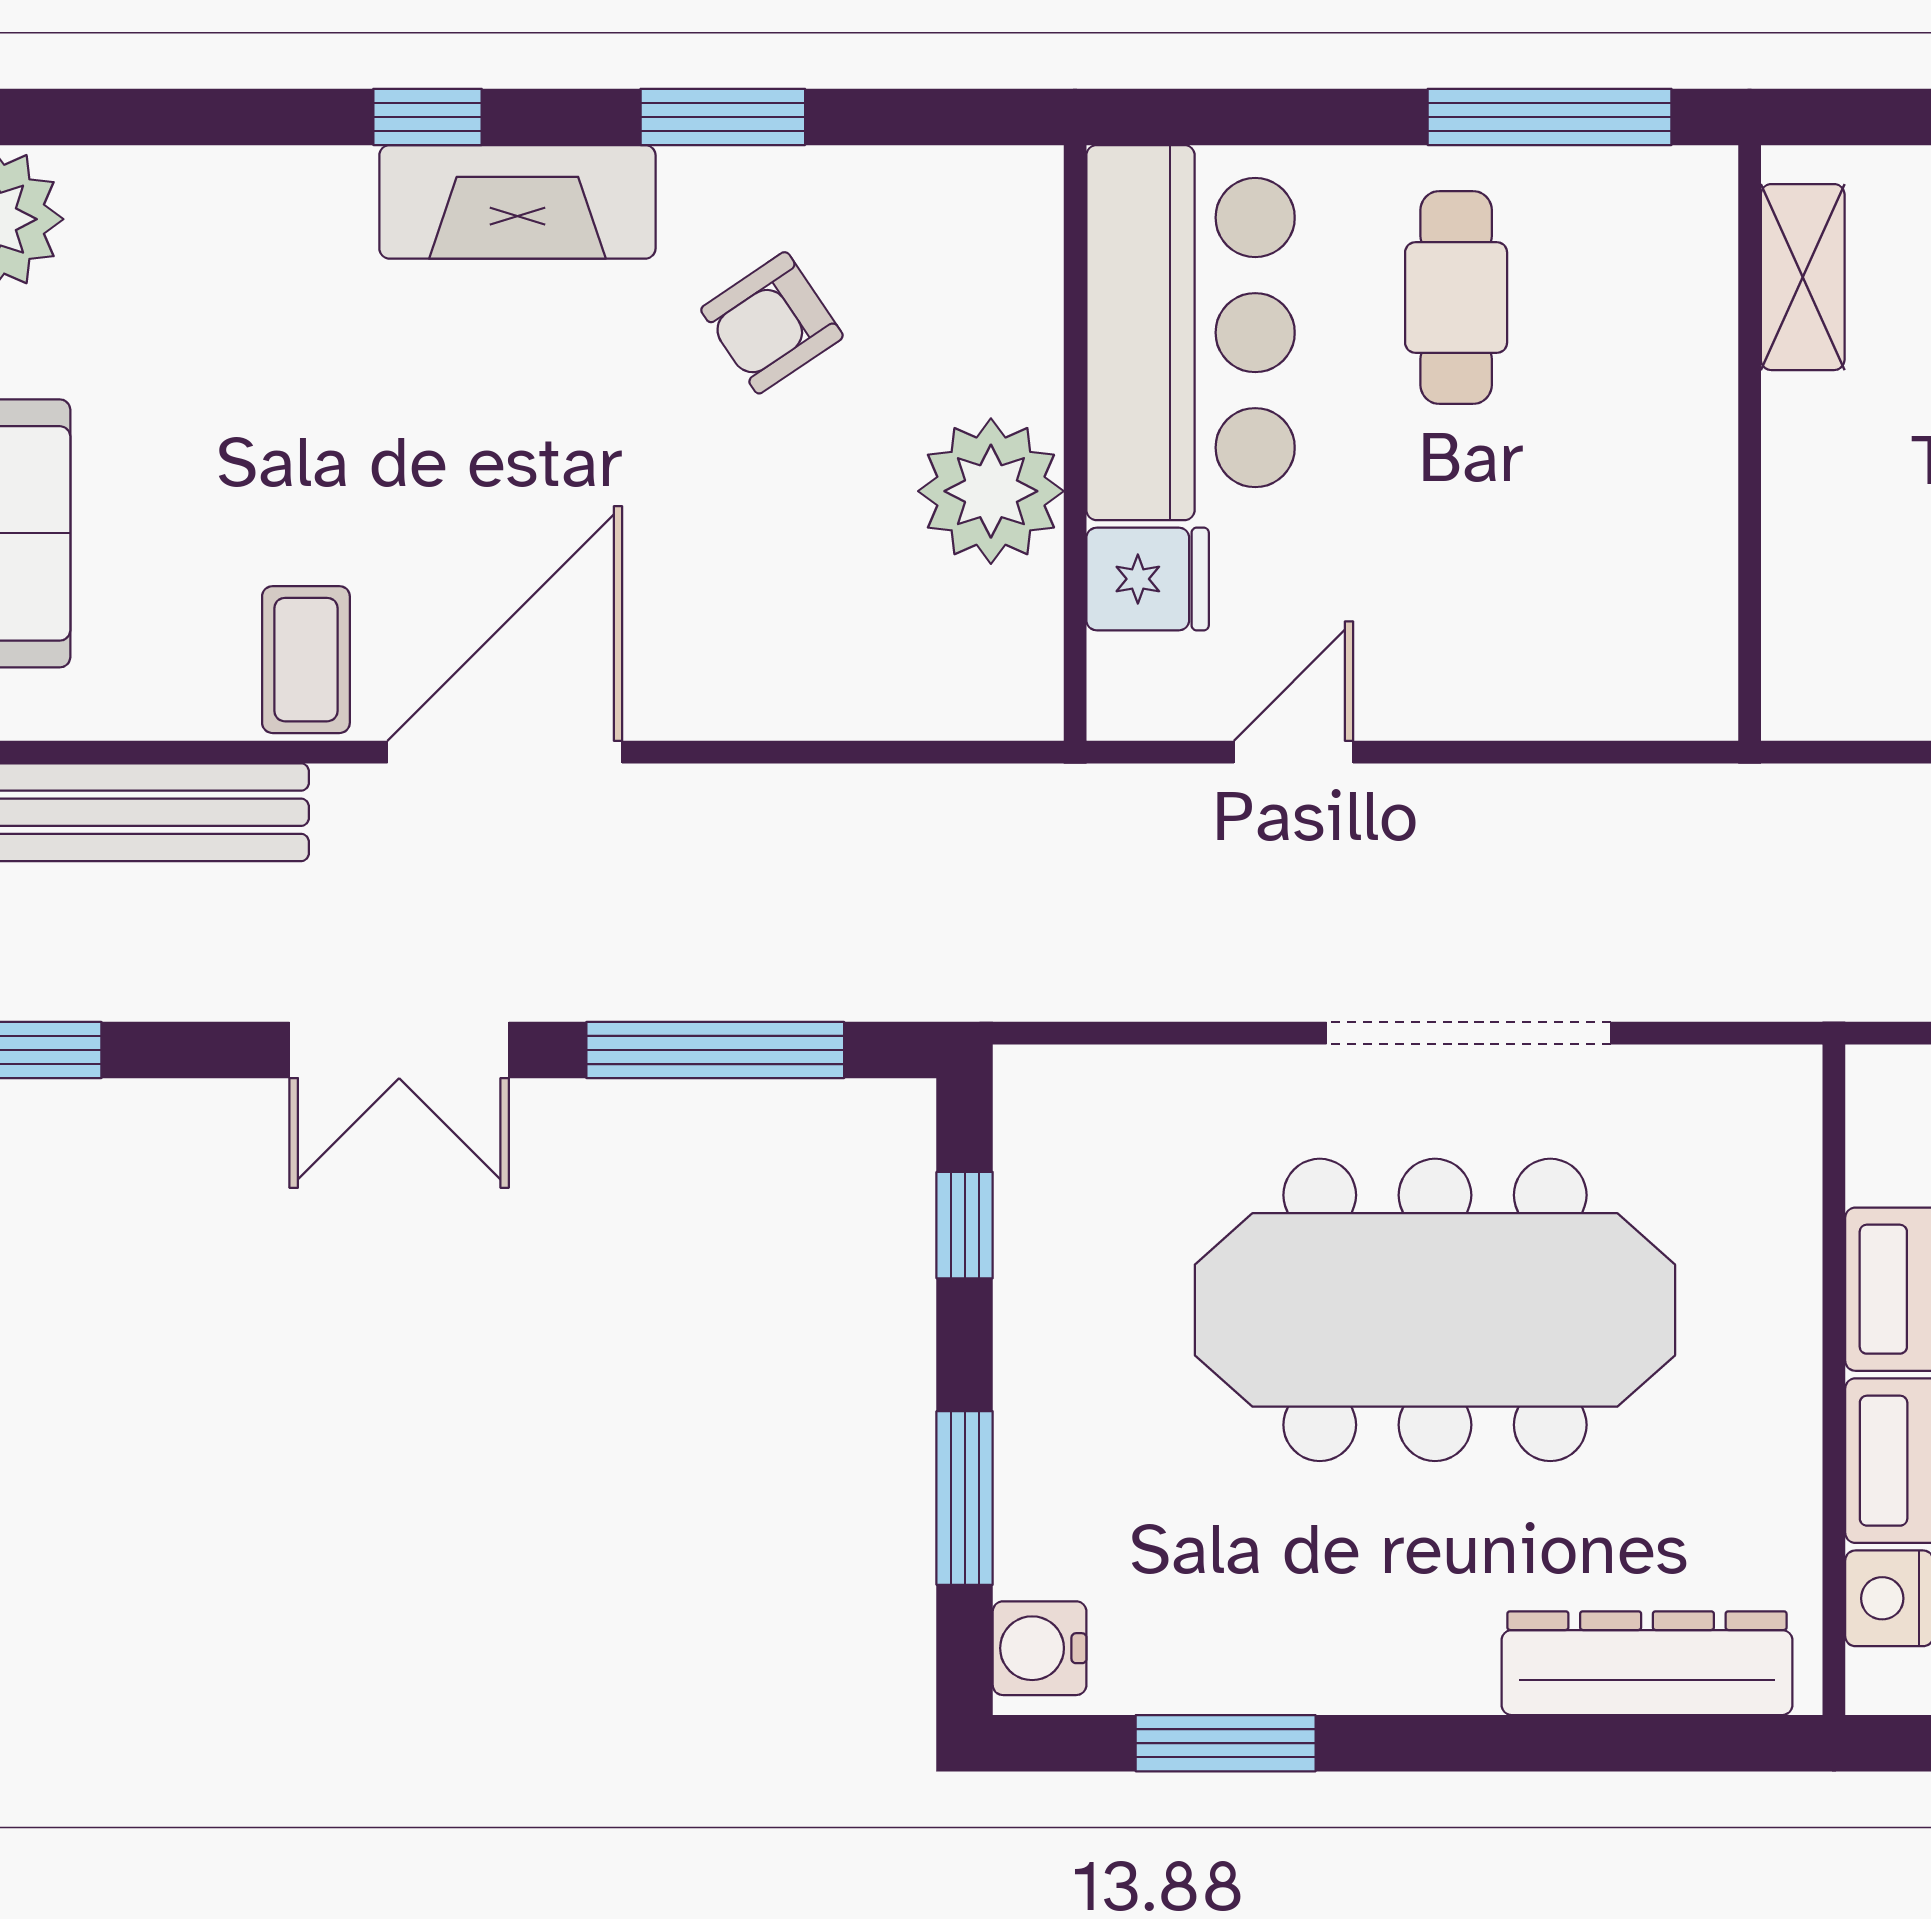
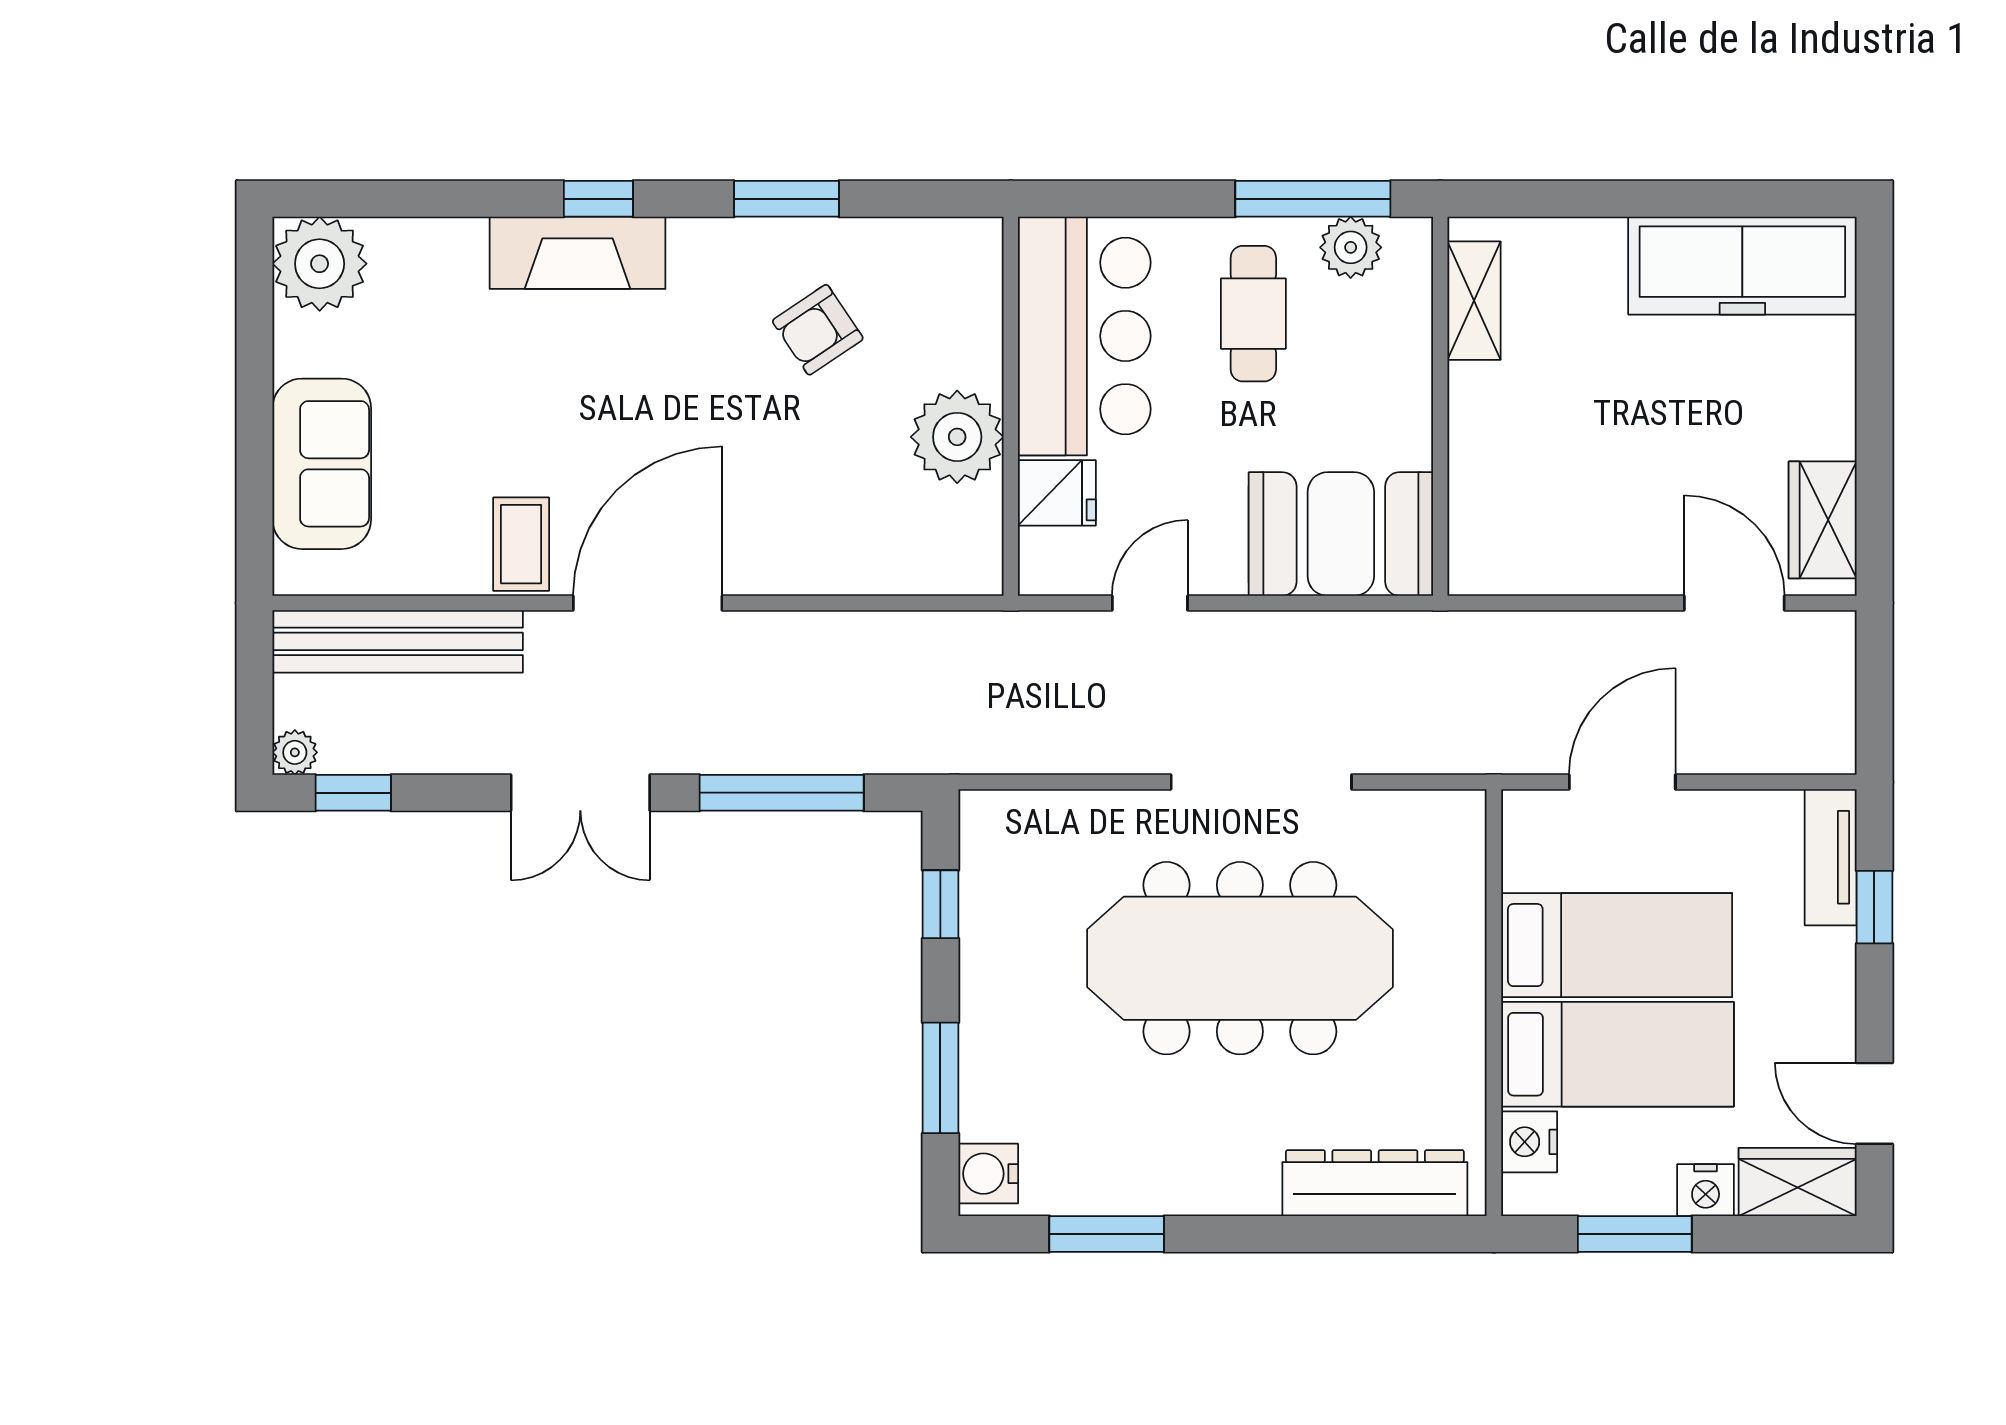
plant: (1609, 193) -> (1351, 247), added
fireplace: (517, 202) -> (578, 253), moved
booth: (1594, 644) -> (1341, 534), added

